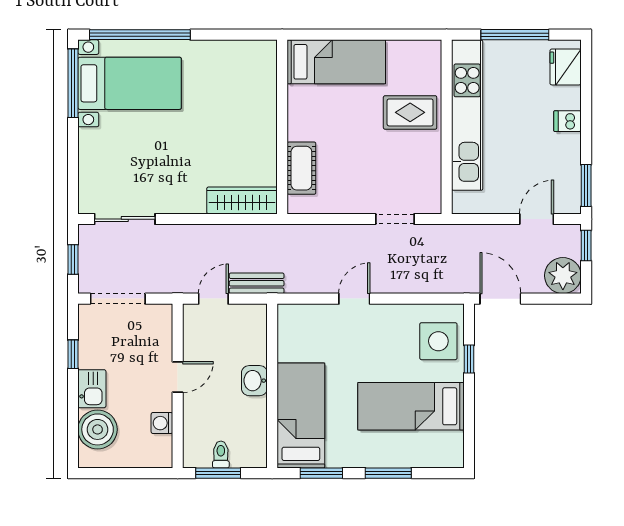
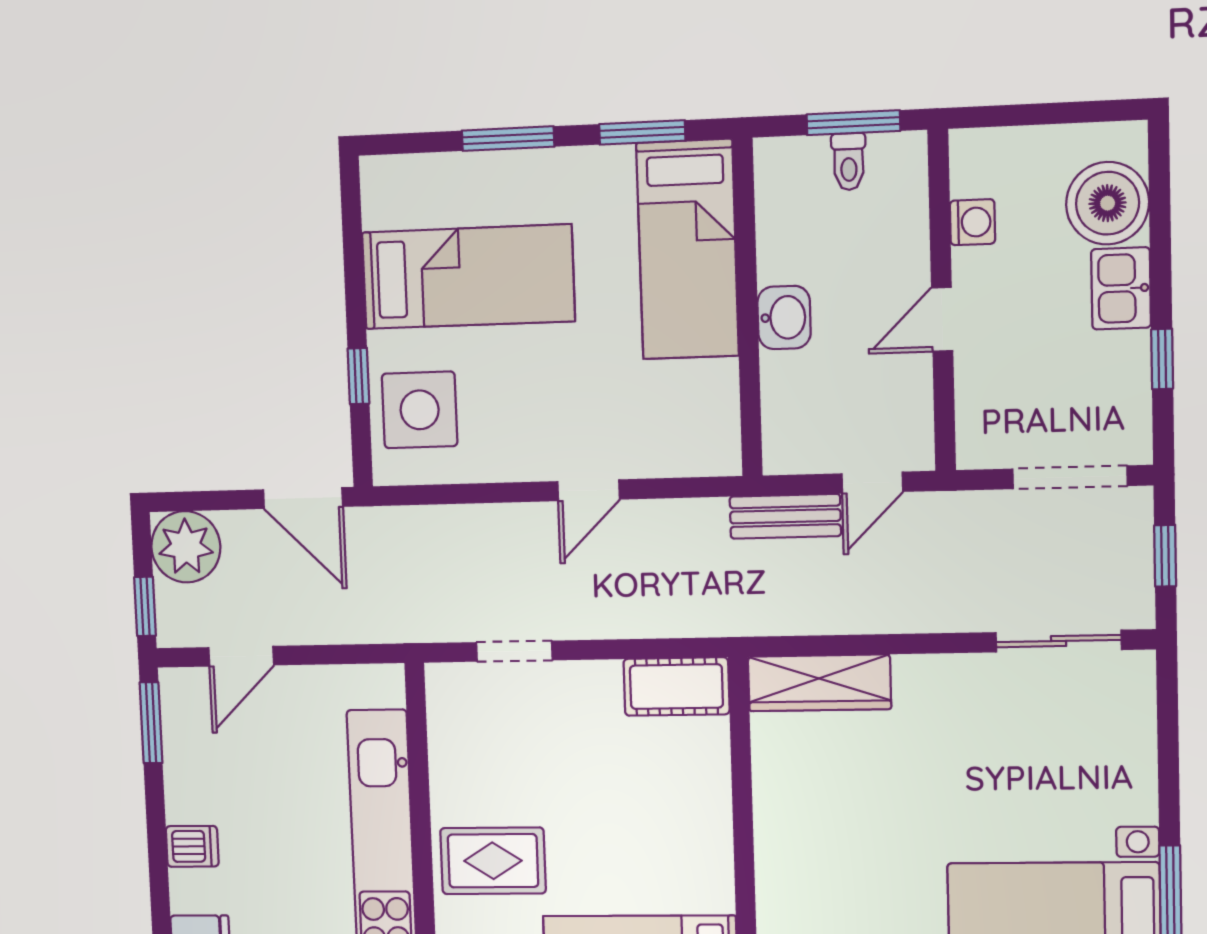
cot: (301, 168) -> (676, 687), moved, turned 90

